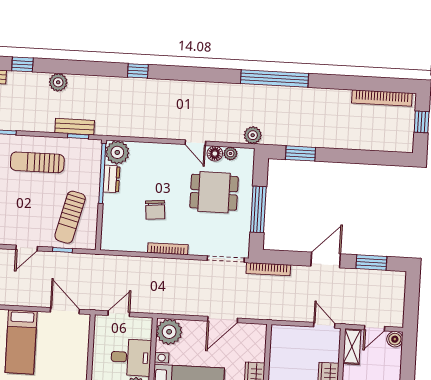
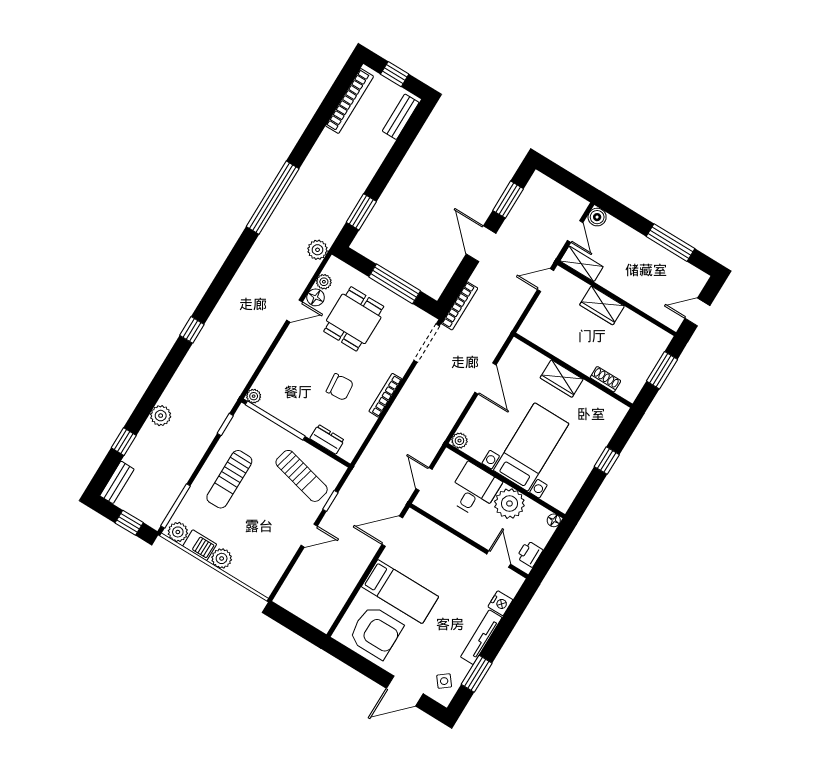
bench: (75, 127) -> (401, 117), moved
plant: (117, 152) -> (254, 396), width x0.53, depth x0.53
dresser: (112, 179) -> (327, 439), moved
door: (27, 248) -> (309, 536), hinge flipped
plant: (169, 332) -> (459, 441), width x0.53, depth x0.53

